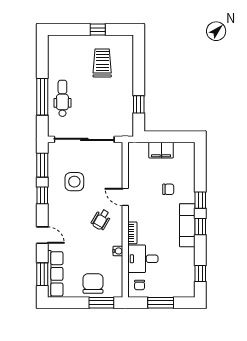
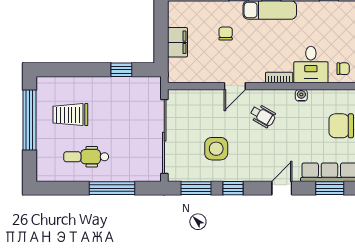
window: (98, 30) -> (30, 120), width x3.17
dental chair: (62, 98) -> (86, 157), moved

